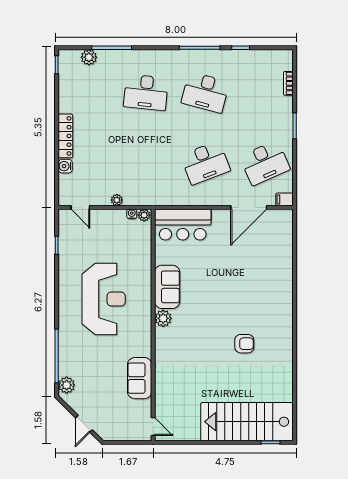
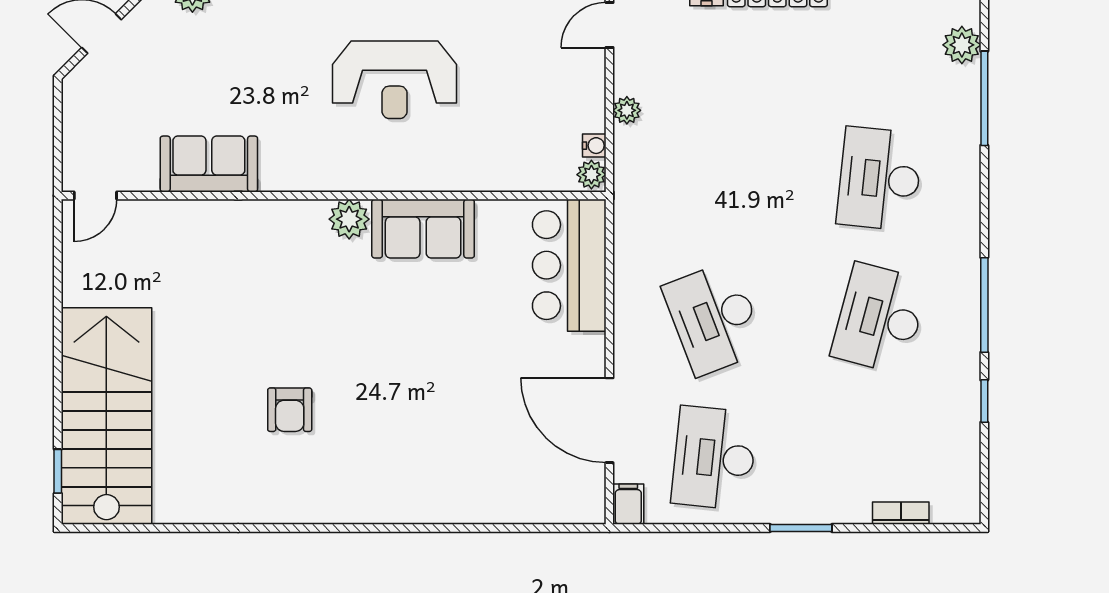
desk: (265, 163) -> (714, 458), turned 30
reception desk: (104, 299) -> (395, 80), width x0.74, depth x0.77

